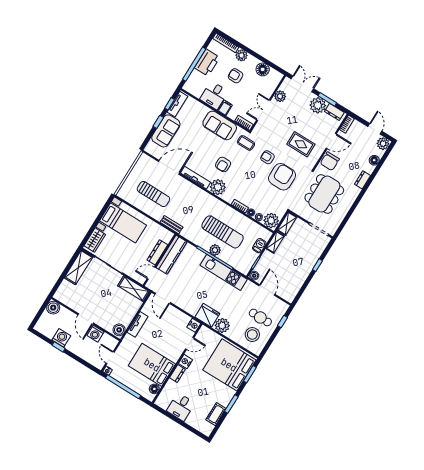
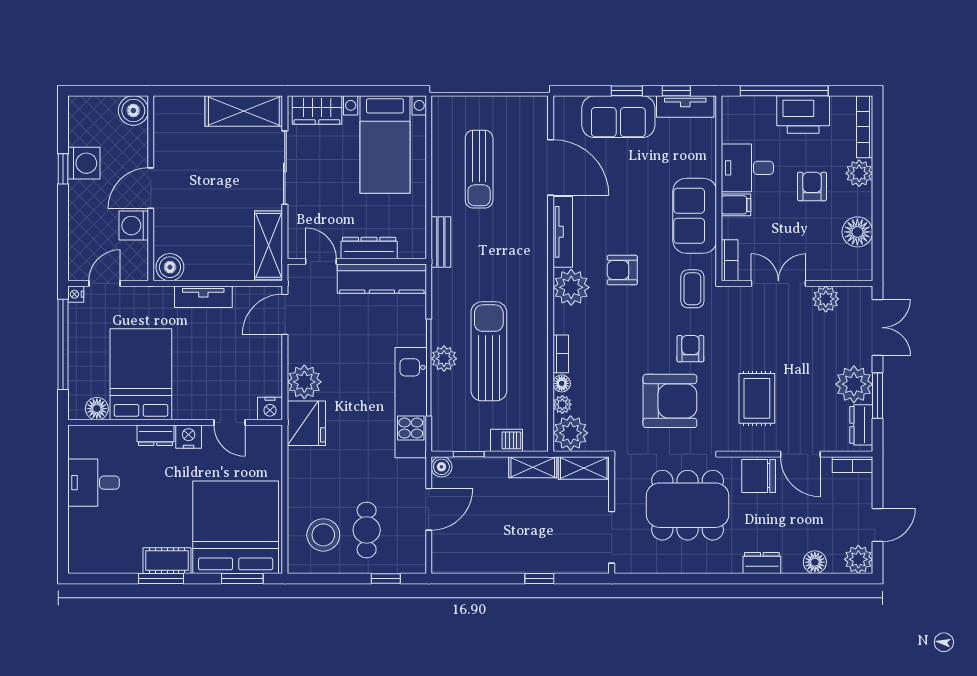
sun lounger: (223, 232) -> (489, 351), turned 180
plant: (222, 325) -> (304, 382), moved
cot: (216, 414) -> (167, 561), moved

